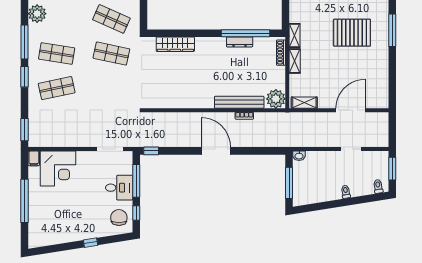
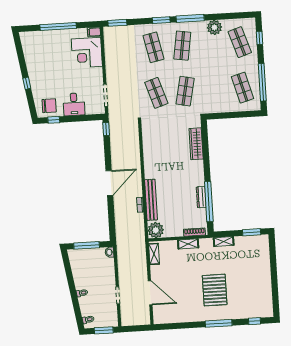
shop shelf: (111, 19) -> (156, 93), moved, turned -42
shelving: (294, 36) -> (224, 242), moved
window: (136, 181) -> (80, 118), removed

